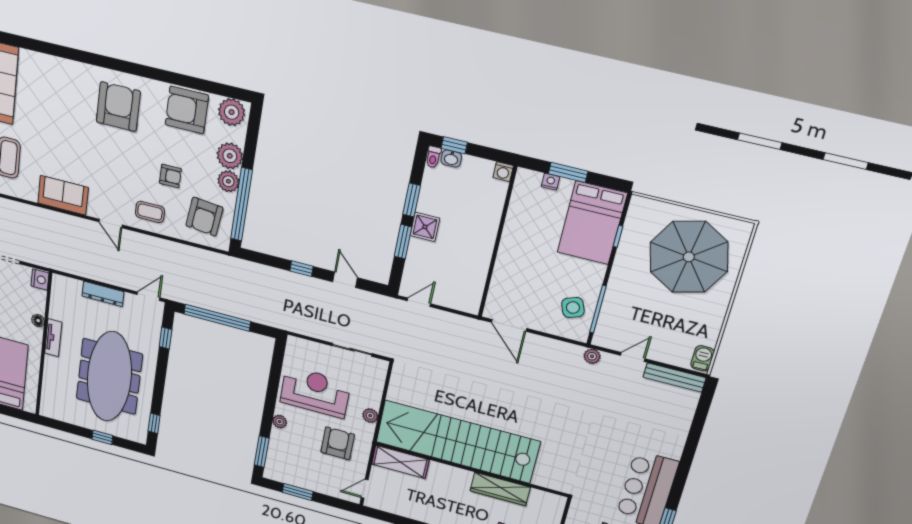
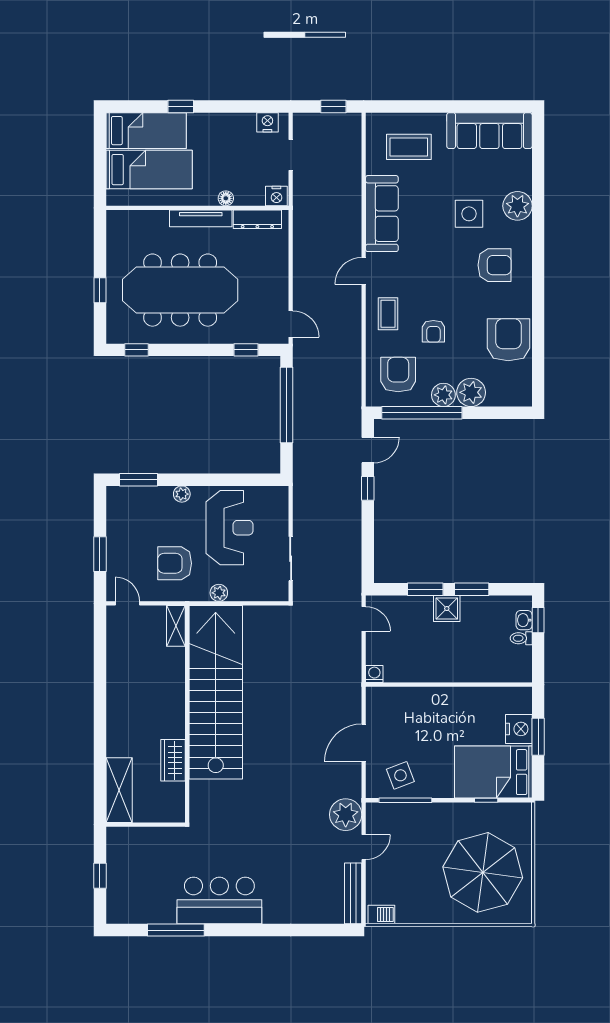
armchair: (118, 107) -> (494, 265), width x0.73, depth x0.73
plant: (232, 112) -> (517, 206), moved
side table: (71, 119) -> (469, 214), added
toilet: (433, 157) -> (521, 638), moved
washing machine: (503, 172) -> (374, 674), moved, turned 90
nightstand: (550, 182) -> (519, 729), width x1.89, depth x1.79
sofa: (63, 195) -> (382, 214), width x1.36
armchair: (204, 217) -> (398, 375), turned 84
door: (345, 280) -> (368, 450), moved
dresser: (103, 294) -> (257, 219), moved, turned -90
door: (509, 325) -> (364, 743), moved
tv unit: (53, 338) -> (201, 218), width x1.41
plant: (592, 356) -> (346, 815), width x1.87, depth x1.87
door: (633, 357) -> (364, 847), hinge flipped
armchair: (338, 443) -> (175, 563), turned 180
shelving: (400, 462) -> (176, 626), width x0.67, depth x0.75
wardrobe: (500, 489) -> (173, 760), width x0.67
window: (298, 492) -> (100, 554), moved

